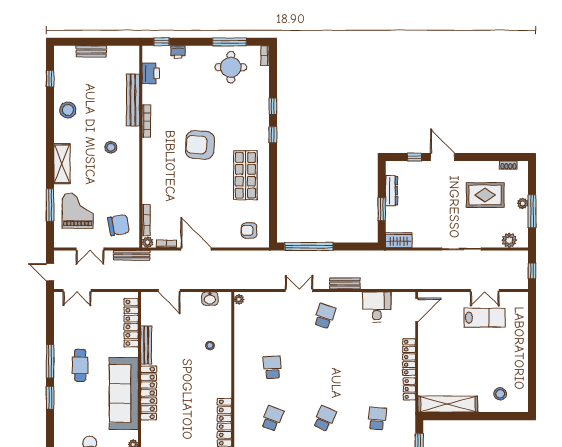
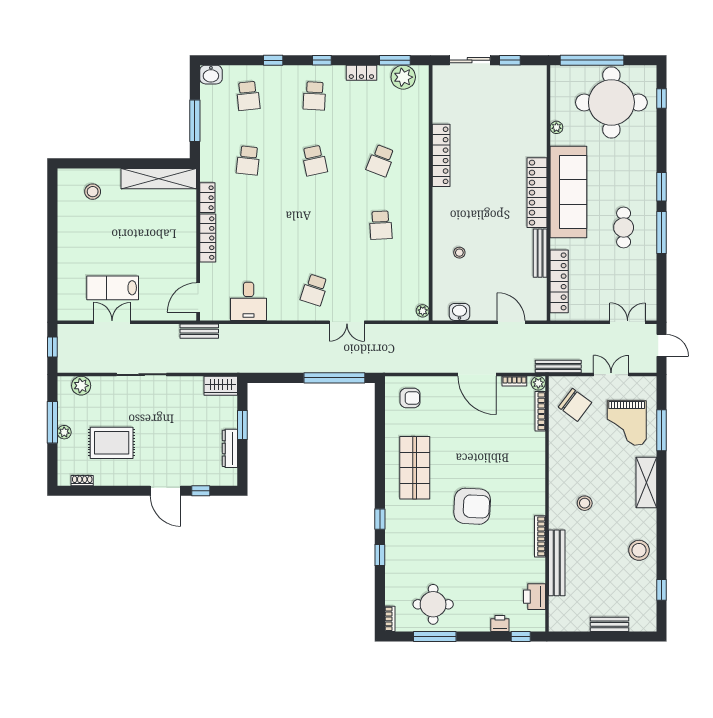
chair: (119, 225) -> (575, 405), turned -133
bench: (345, 283) -> (199, 331), moved
school desk: (325, 418) -> (314, 160), turned -36

